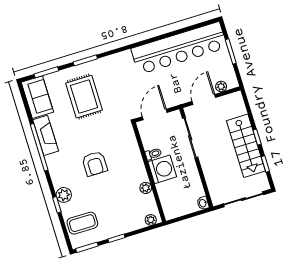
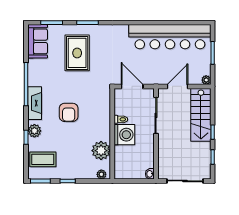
plant: (221, 86) -> (206, 80), moved
door: (155, 115) -> (132, 86), hinge flipped
fireplace: (46, 135) -> (35, 103), moved
stairs: (246, 146) -> (201, 115), moved
plant: (146, 188) -> (101, 151), width x1.88, depth x1.88

